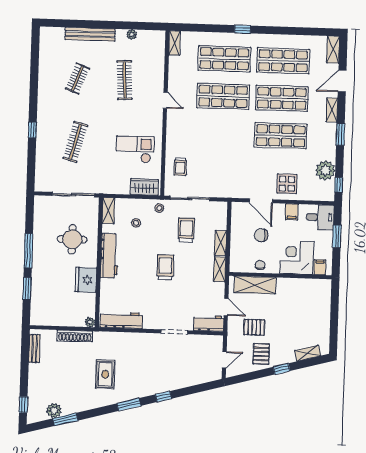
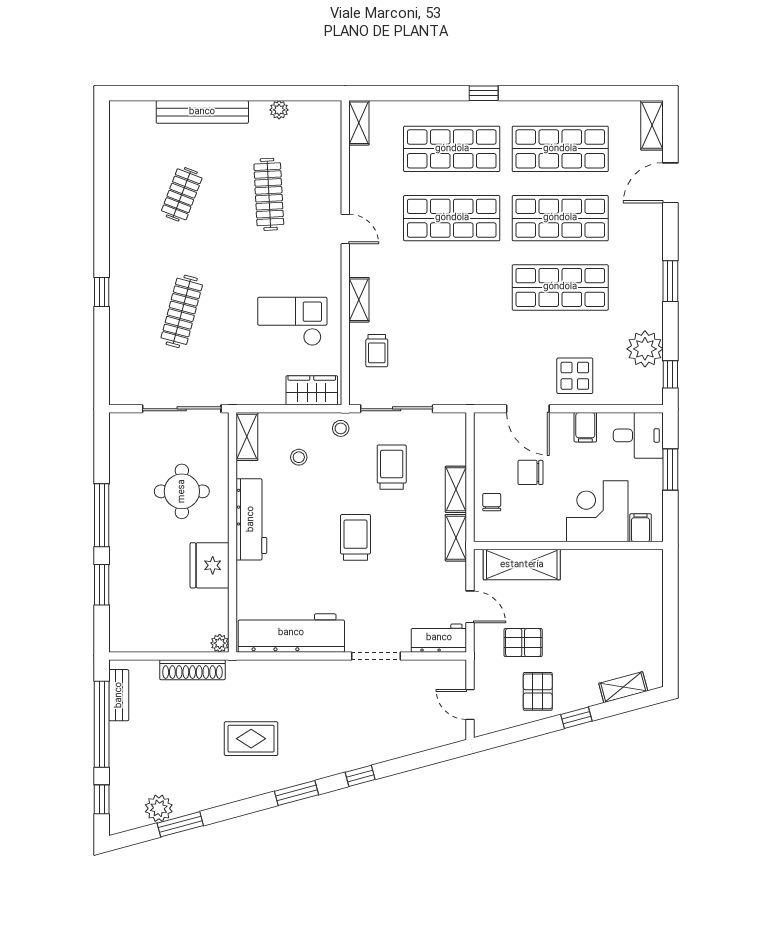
shelving: (332, 110) -> (359, 300), moved
chair: (260, 265) -> (492, 502), moved
workbench: (121, 320) -> (291, 633), width x1.36, depth x1.32
door: (224, 360) -> (470, 704), swing flipped
window: (25, 364) -> (102, 724), added
rug: (105, 374) -> (251, 739), turned 90

